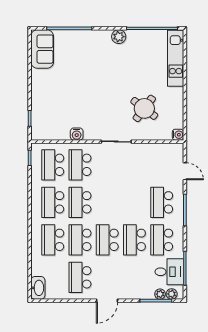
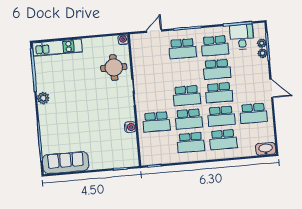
sofa: (42, 49) -> (66, 163), width x1.36
round table: (144, 108) -> (114, 68), moved, turned -37
school desk: (53, 165) -> (187, 96), moved
plant: (172, 294) -> (262, 53), moved

